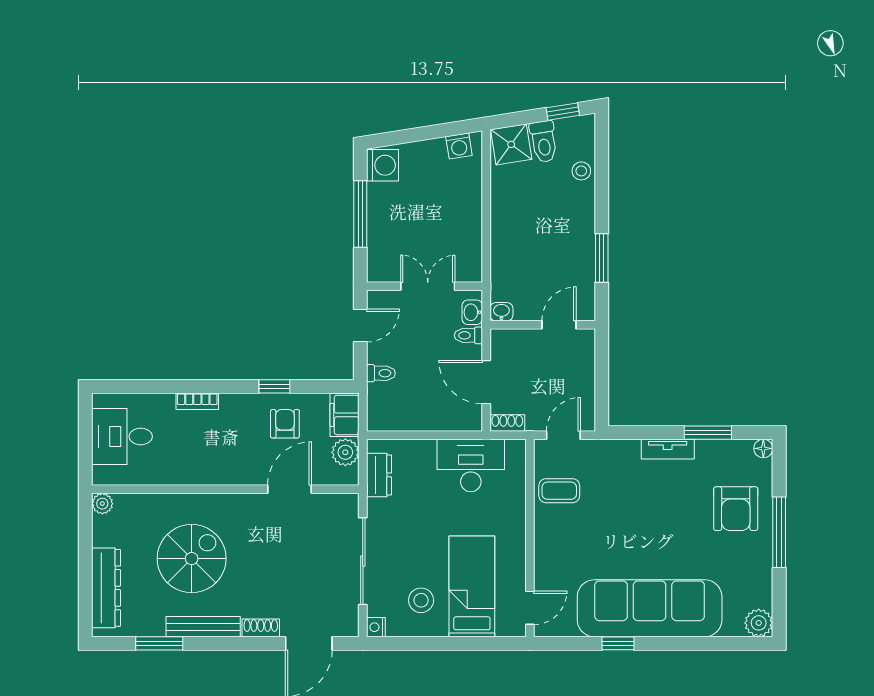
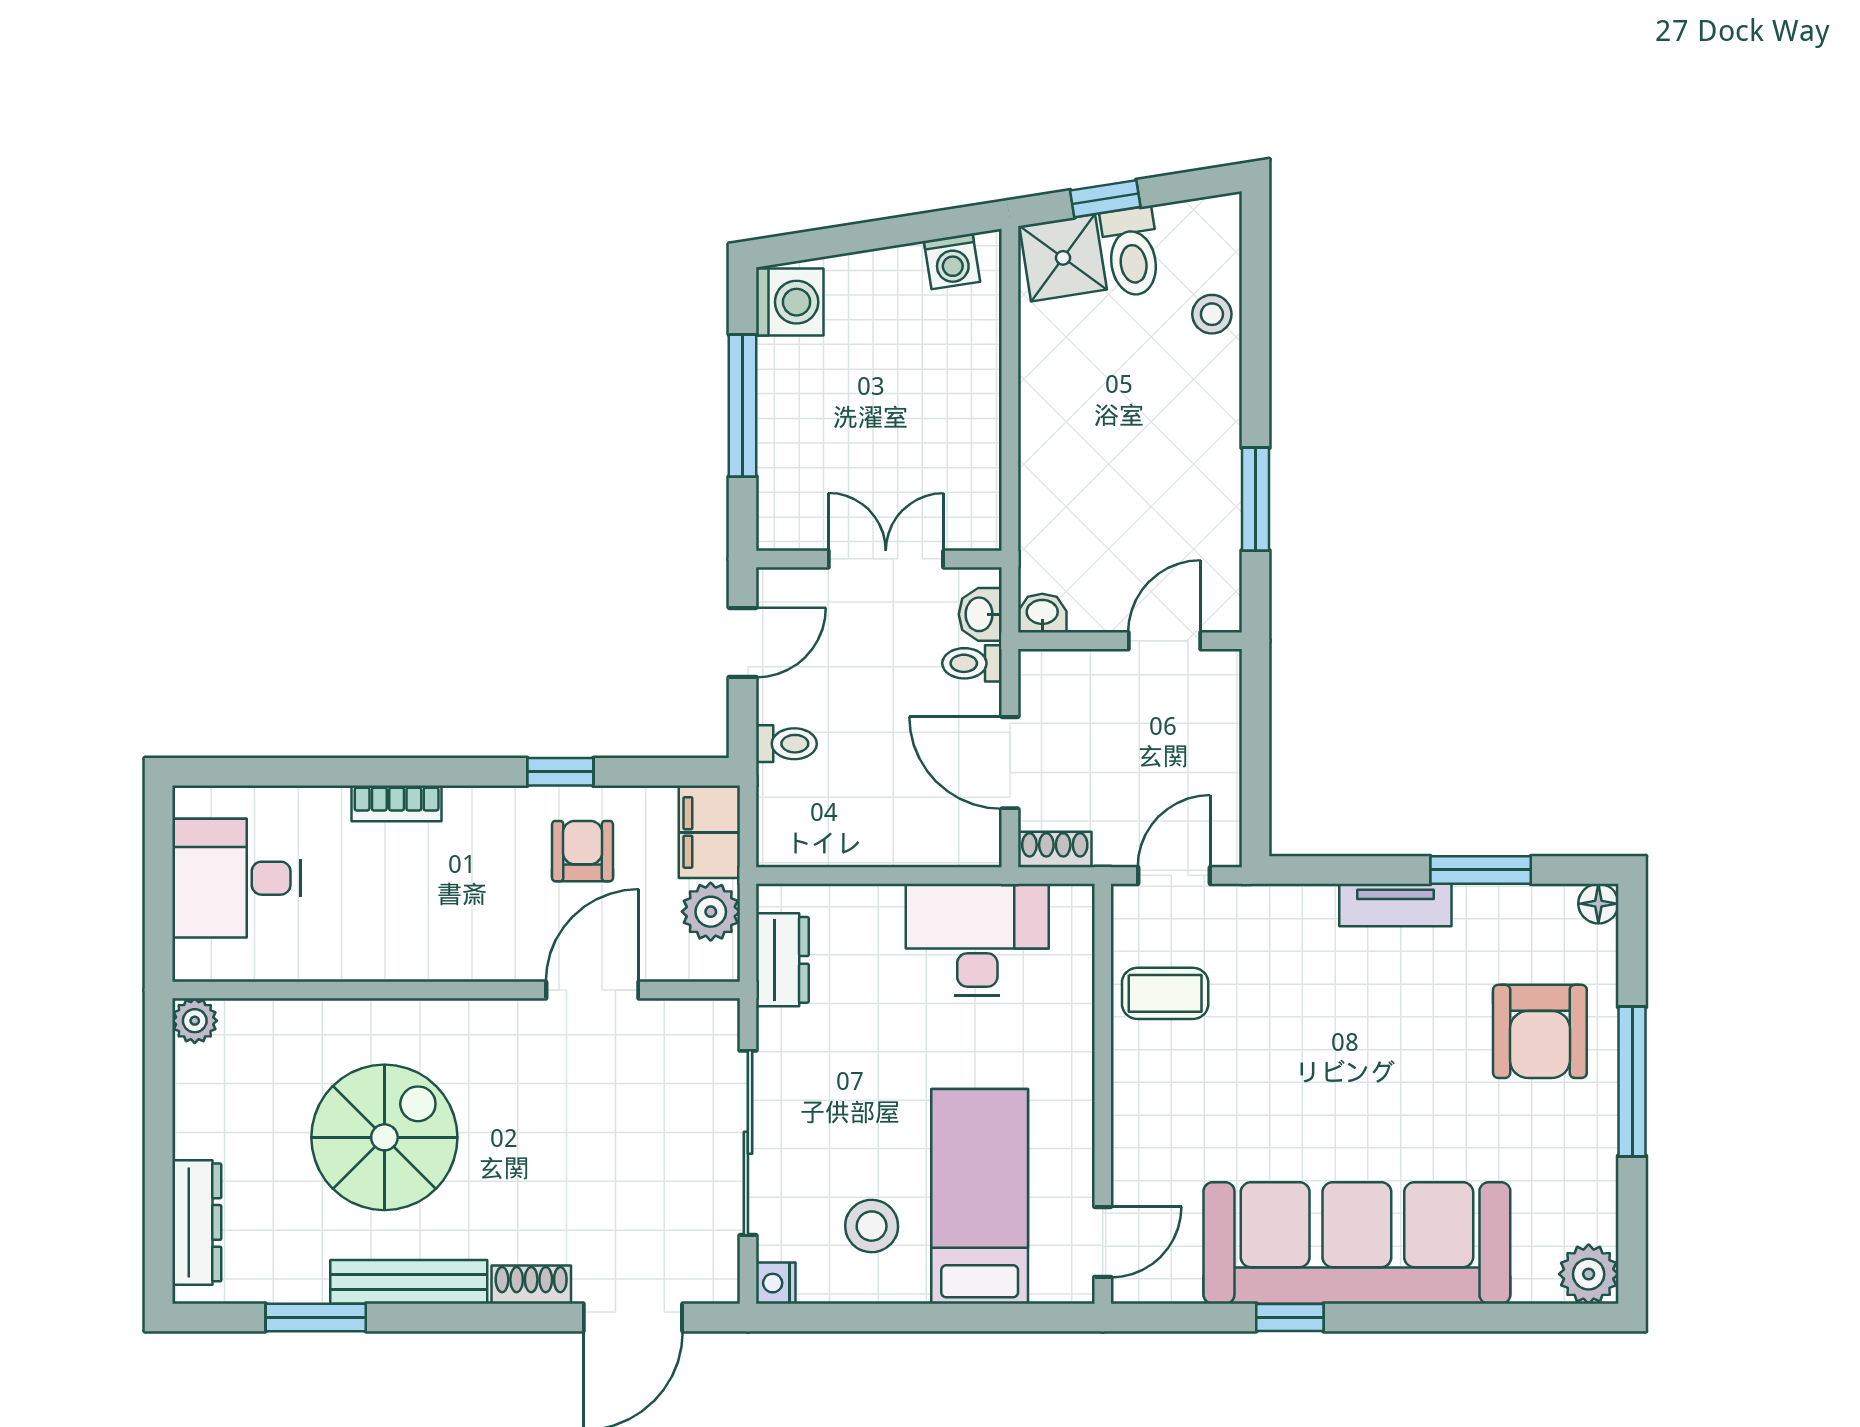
window: (563, 112) -> (1105, 199), moved
dresser: (106, 588) -> (197, 1222), width x0.73, depth x0.80

